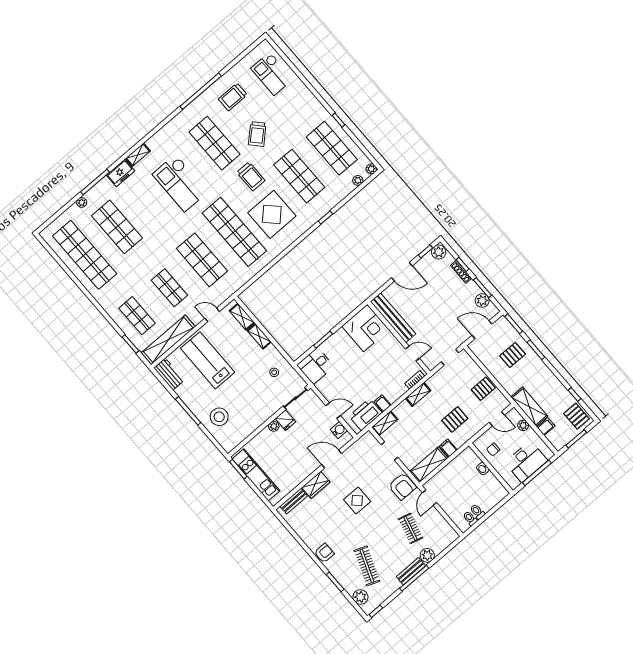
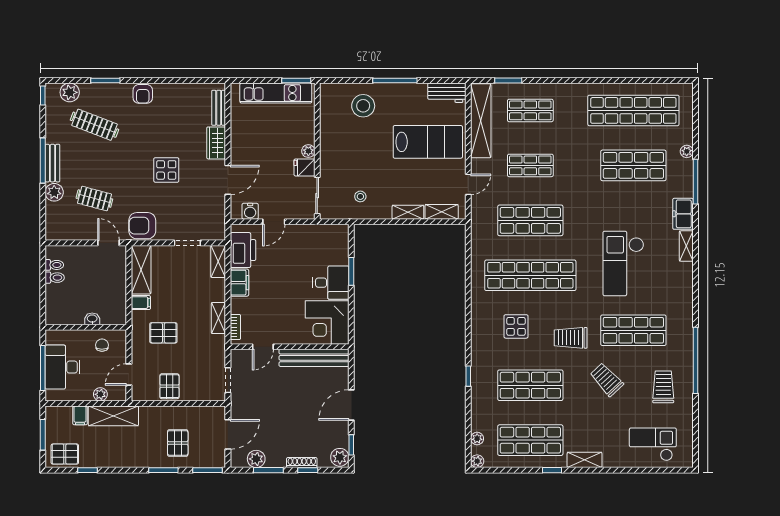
shelving: (316, 106) -> (585, 460), added
checkout: (180, 183) -> (623, 263), turned -90
display table: (272, 214) -> (516, 326), width x0.54, depth x0.54
desk: (316, 366) -> (331, 283), moved, turned 90
filing cabinet: (382, 403) -> (239, 283), width x2.00
pallet: (455, 419) -> (163, 333), turned 90

